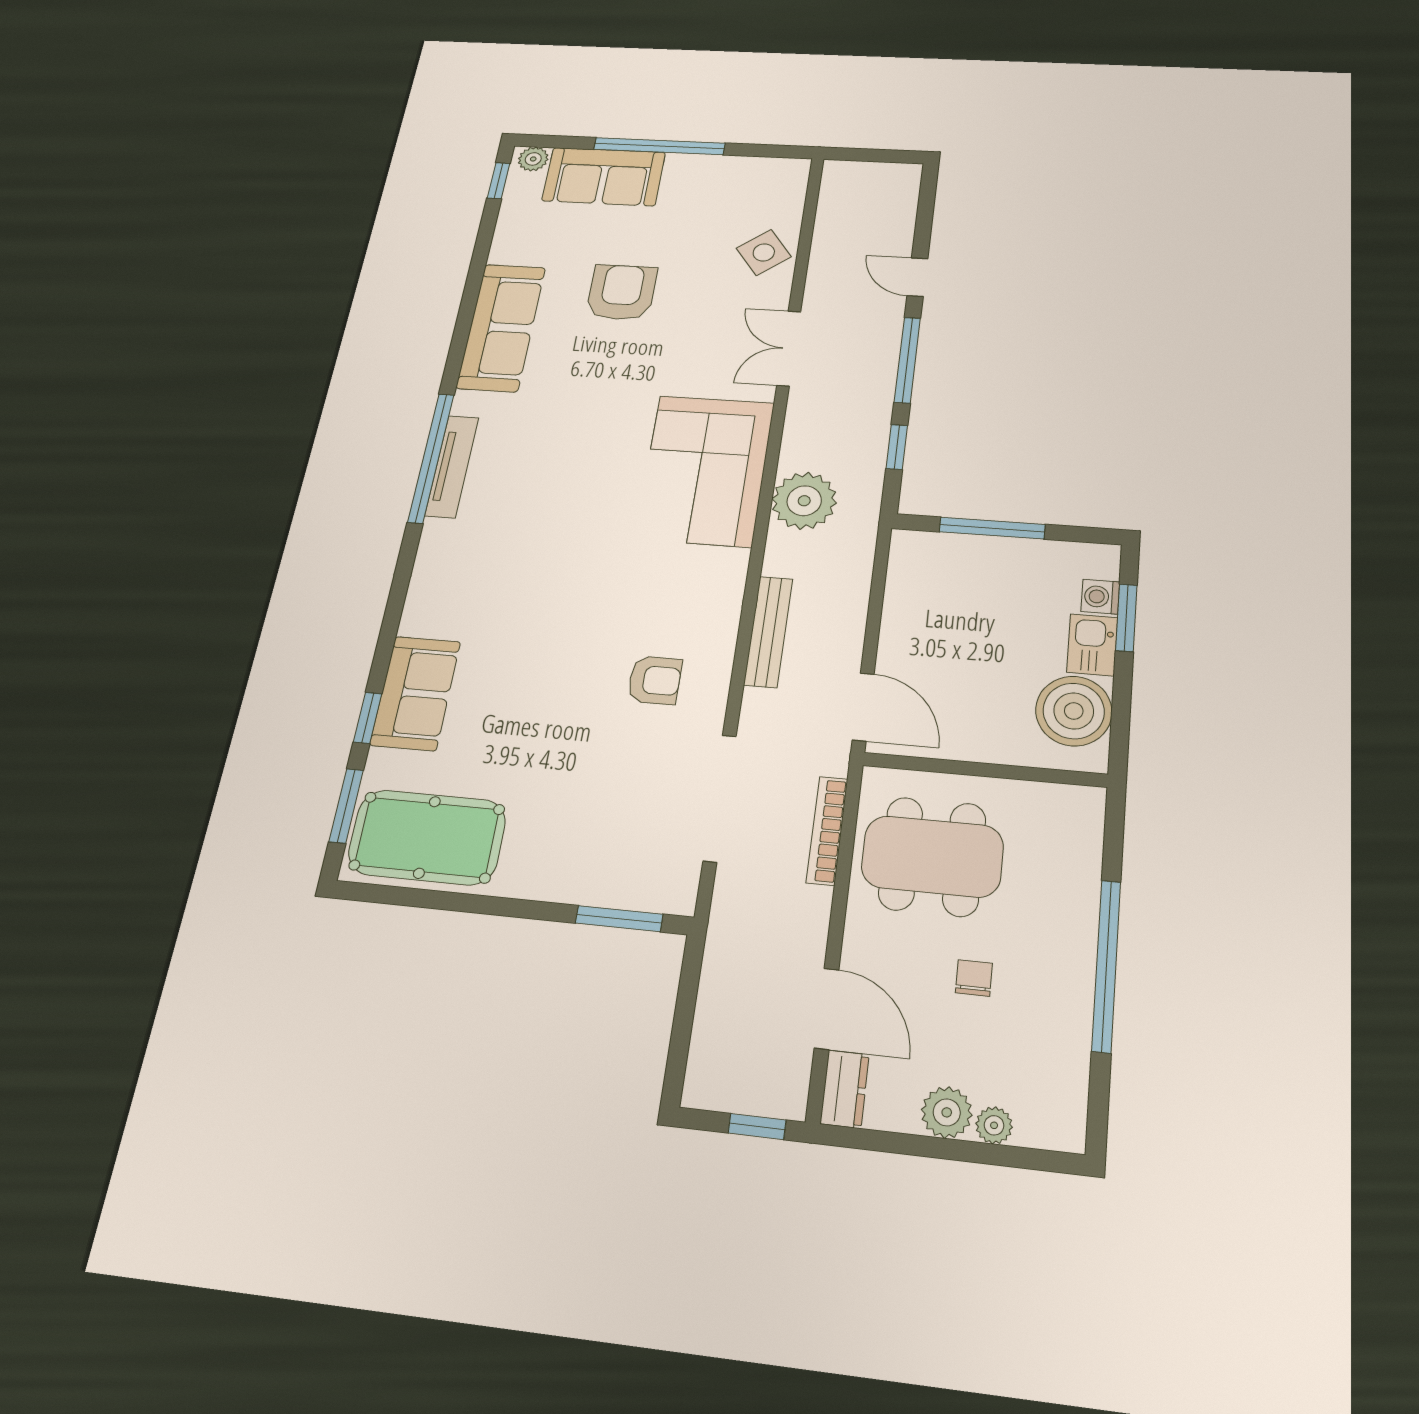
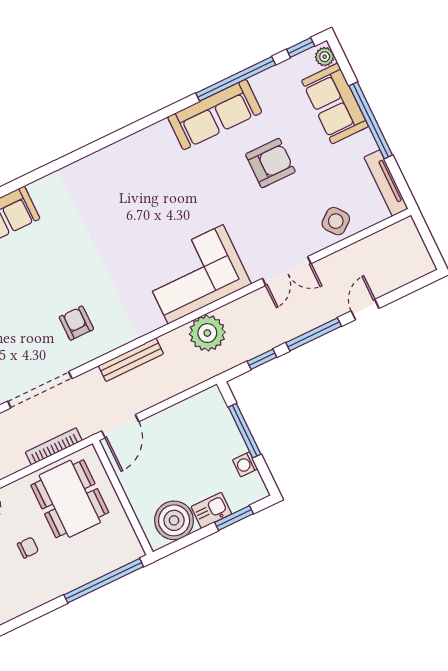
double door: (789, 348) -> (287, 271), swing flipped
window: (431, 458) -> (236, 79), moved
tv unit: (452, 466) -> (386, 183), moved, turned 90
washing machine: (1100, 597) -> (245, 464), moved, turned -90
armchair: (655, 680) -> (76, 323), turned 180
window: (1106, 965) -> (104, 581), moved

